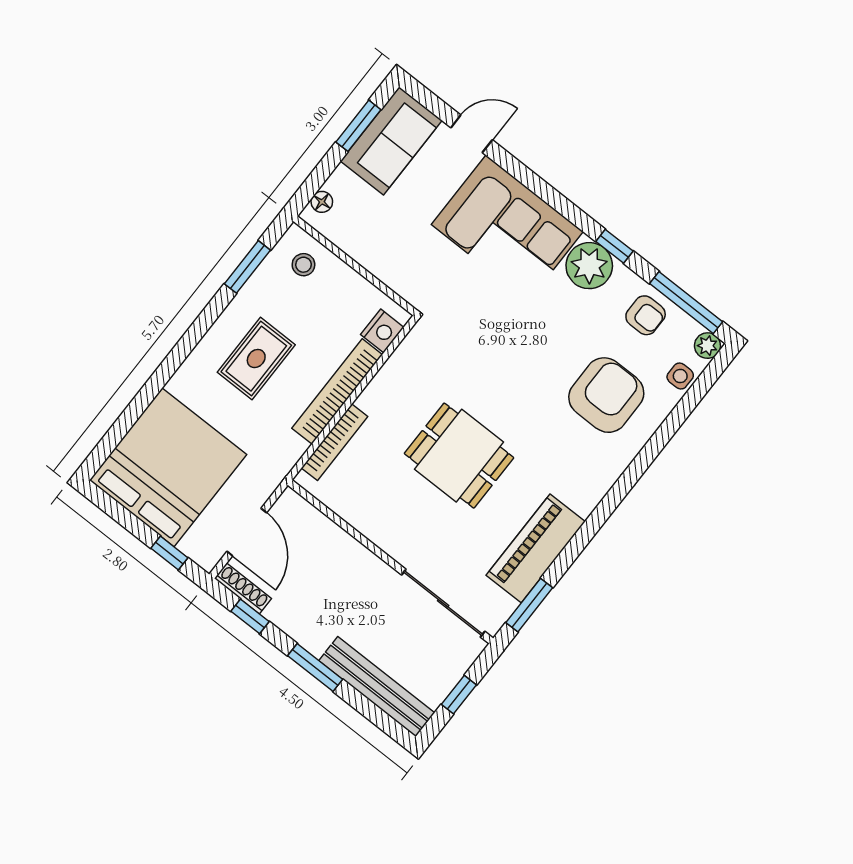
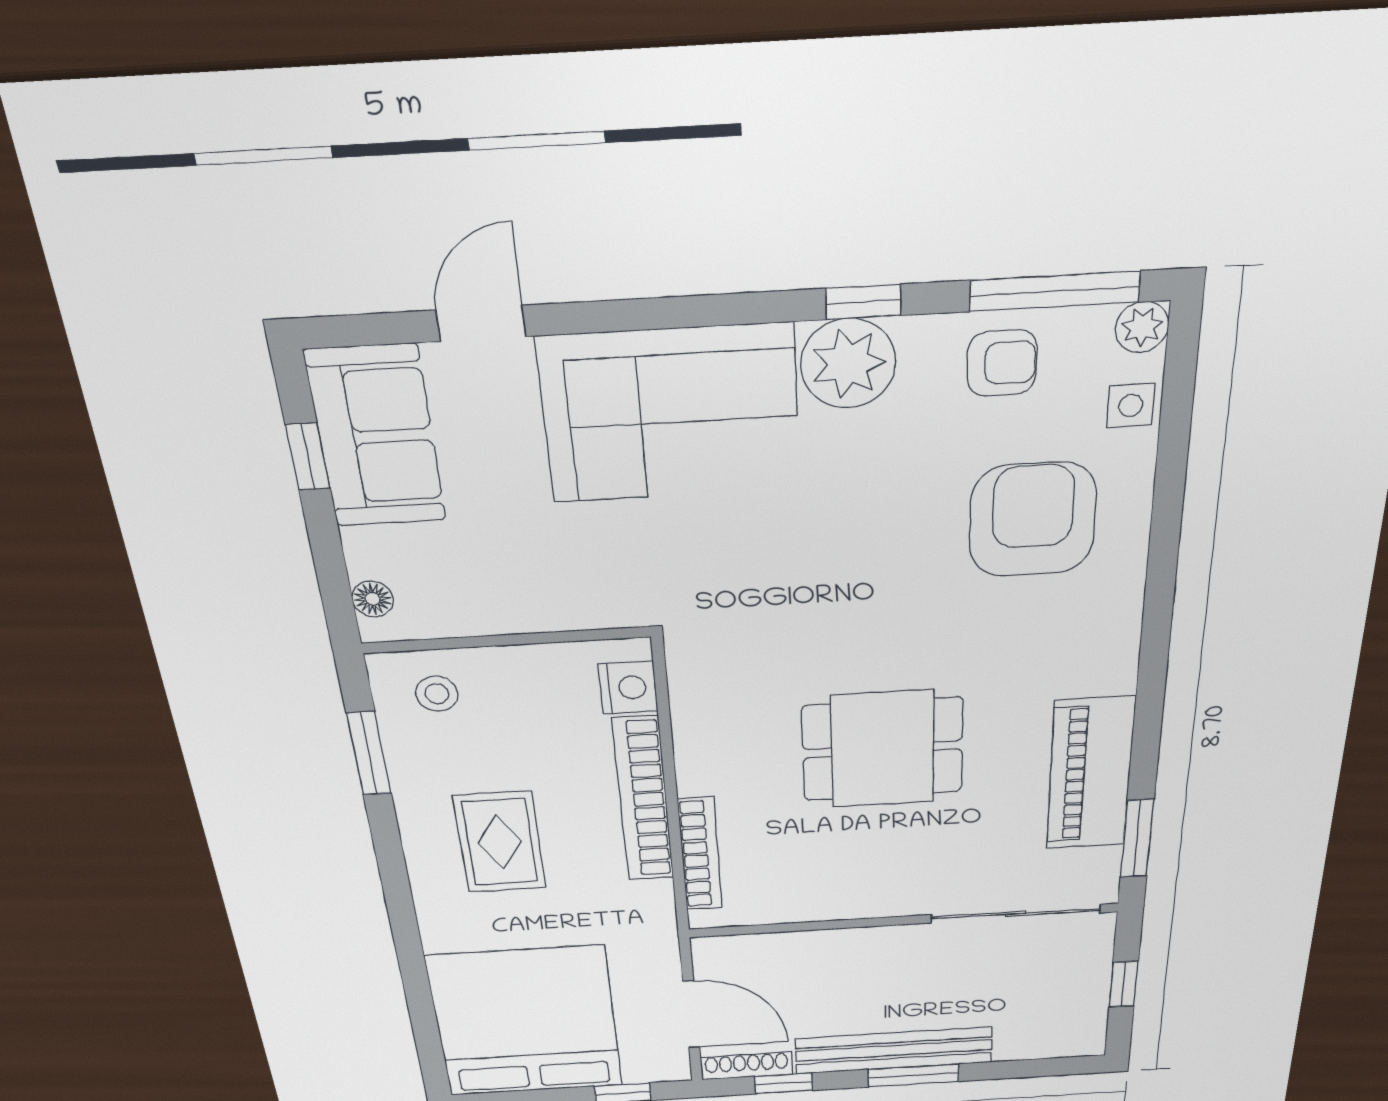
window: (358, 126) -> (308, 457), width x0.67
bench: (377, 687) -> (894, 1051), moved

